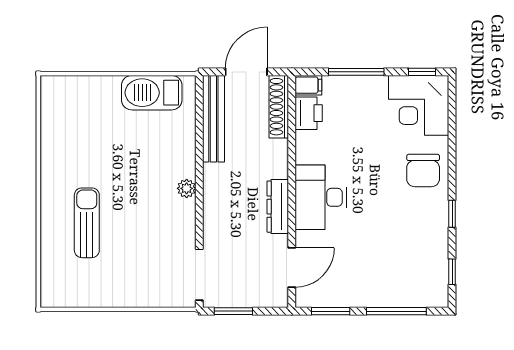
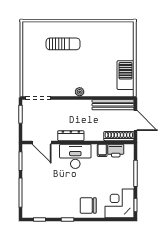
filing cabinet: (308, 85) -> (102, 150), moved

